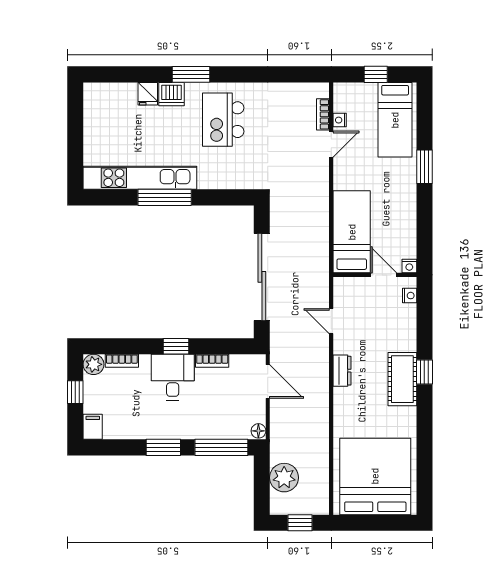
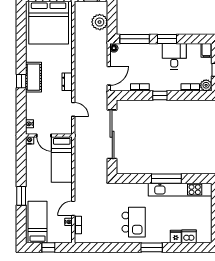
dishwasher: (172, 94) -> (189, 236), moved
desk: (173, 377) -> (174, 56), moved, turned 180
door: (268, 381) -> (109, 76), swing flipped

